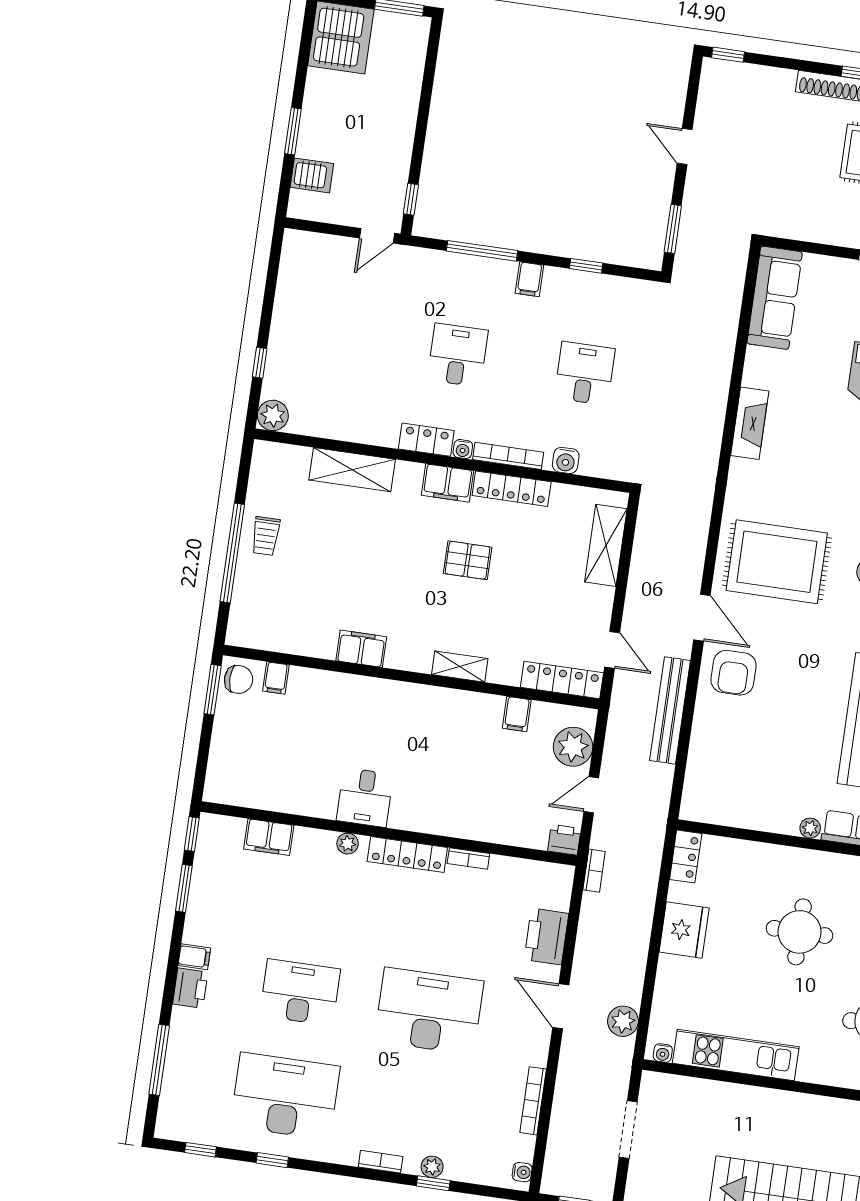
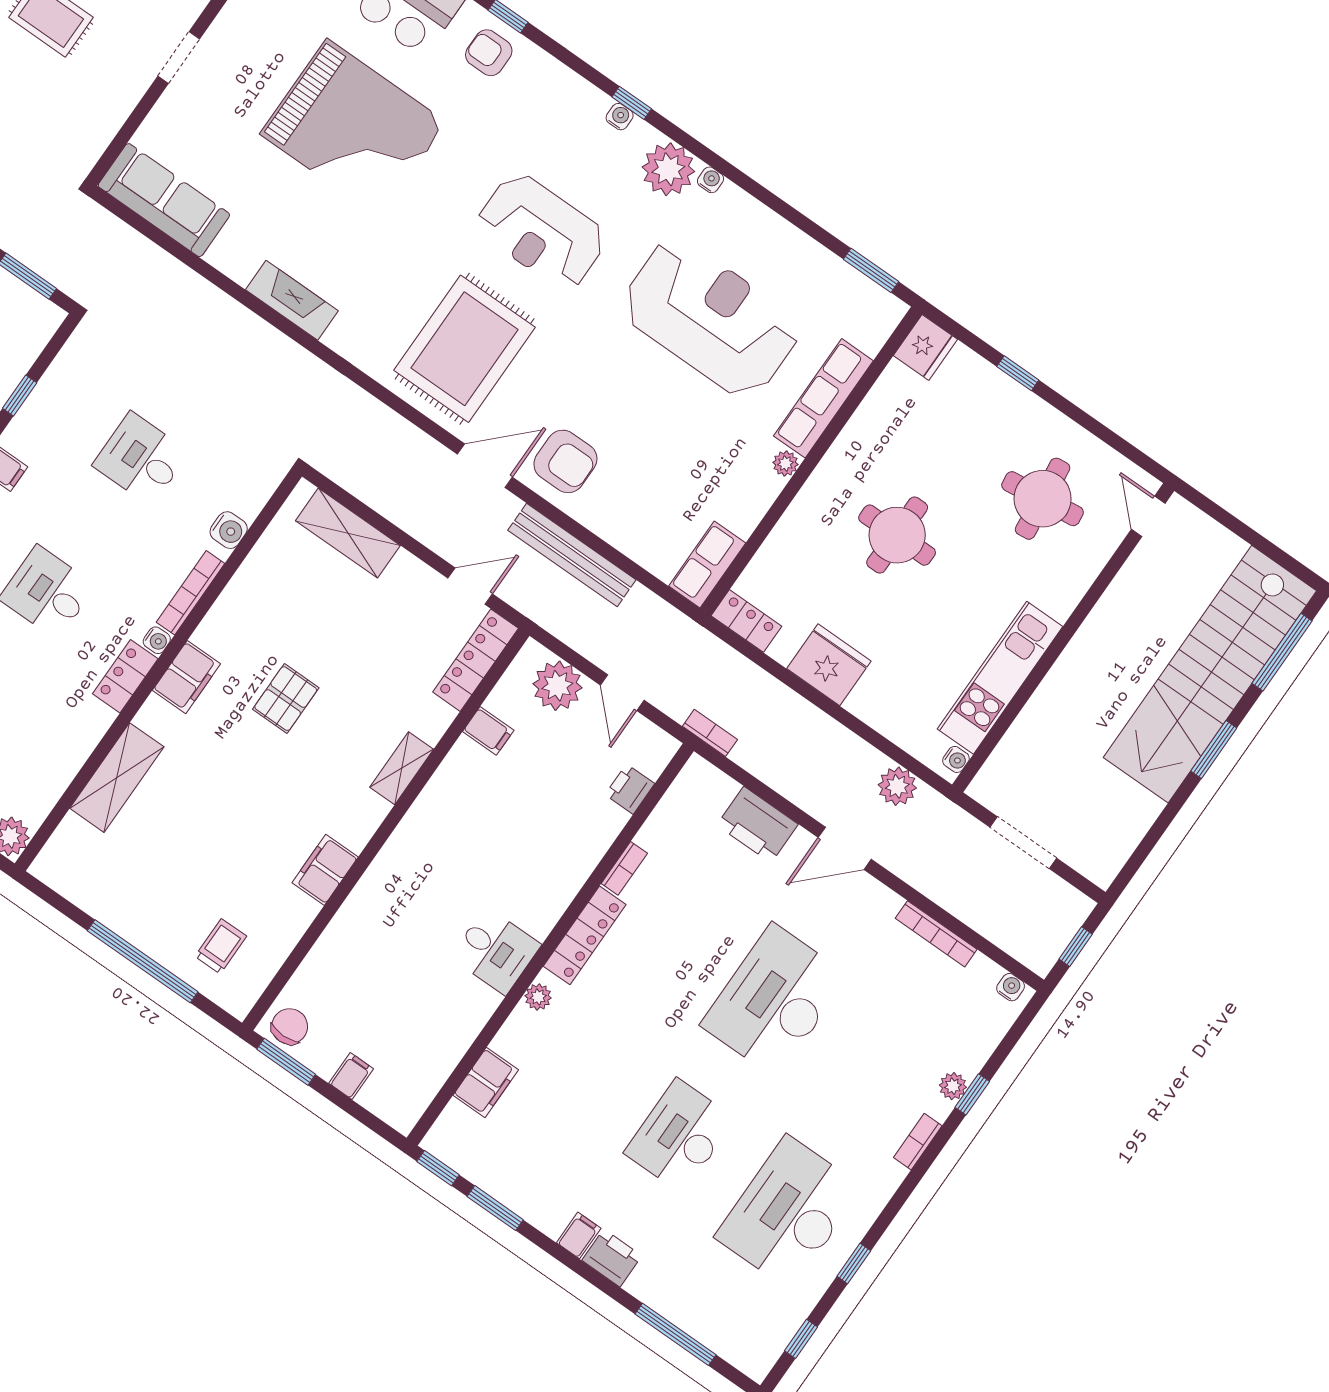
locker: (512, 489) -> (230, 608), removed
trolley: (266, 536) -> (221, 946), moved, turned -90
filing cabinet: (276, 678) -> (351, 1076), moved, turned -90
row of seats: (711, 809) -> (707, 565), added
printer: (564, 840) -> (630, 789), moved

